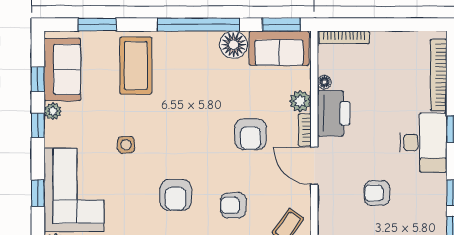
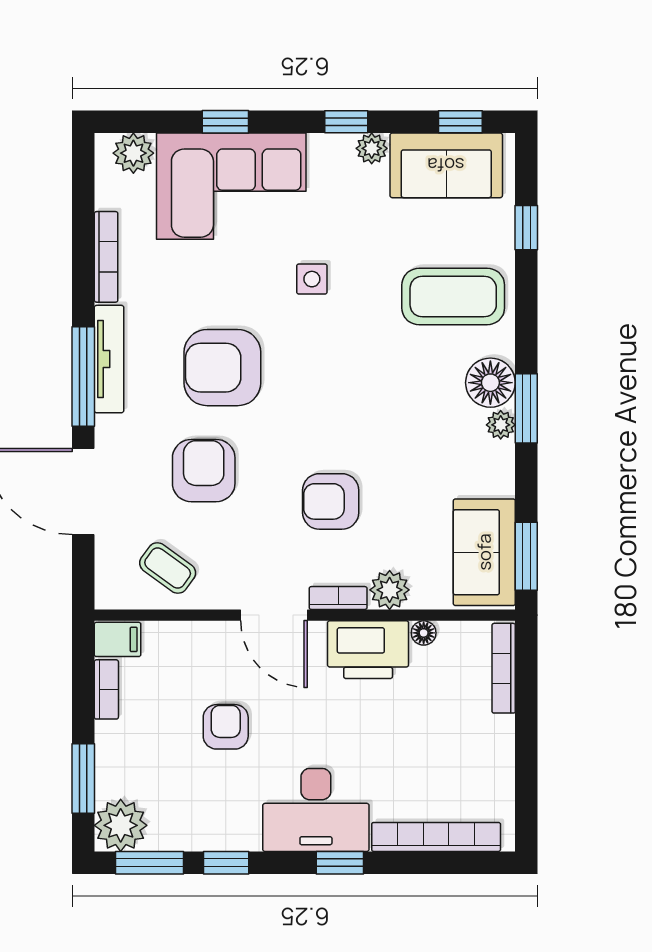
window: (97, 25) -> (526, 228), width x0.67
window: (198, 25) -> (526, 408), width x0.47
plant: (208, 39) -> (501, 425), added
floor lamp: (234, 45) -> (490, 383), moved
window: (38, 79) -> (460, 122), moved
door: (314, 166) -> (274, 615), swing flipped
armchair: (176, 195) -> (222, 368), width x1.36, depth x1.36
armchair: (233, 205) -> (204, 471), width x1.38, depth x1.38

